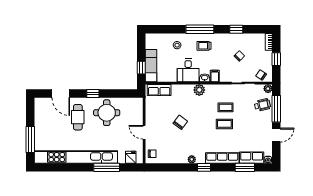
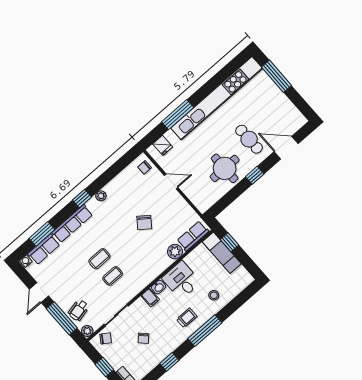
plant: (199, 90) -> (175, 252), moved

